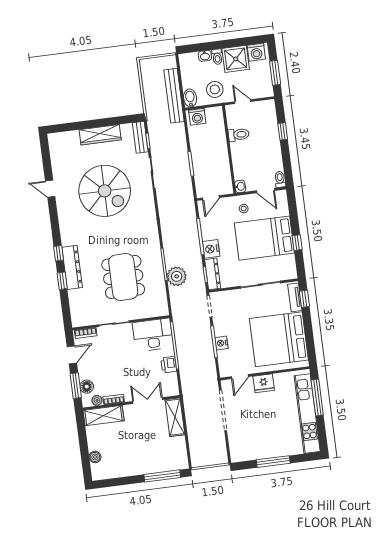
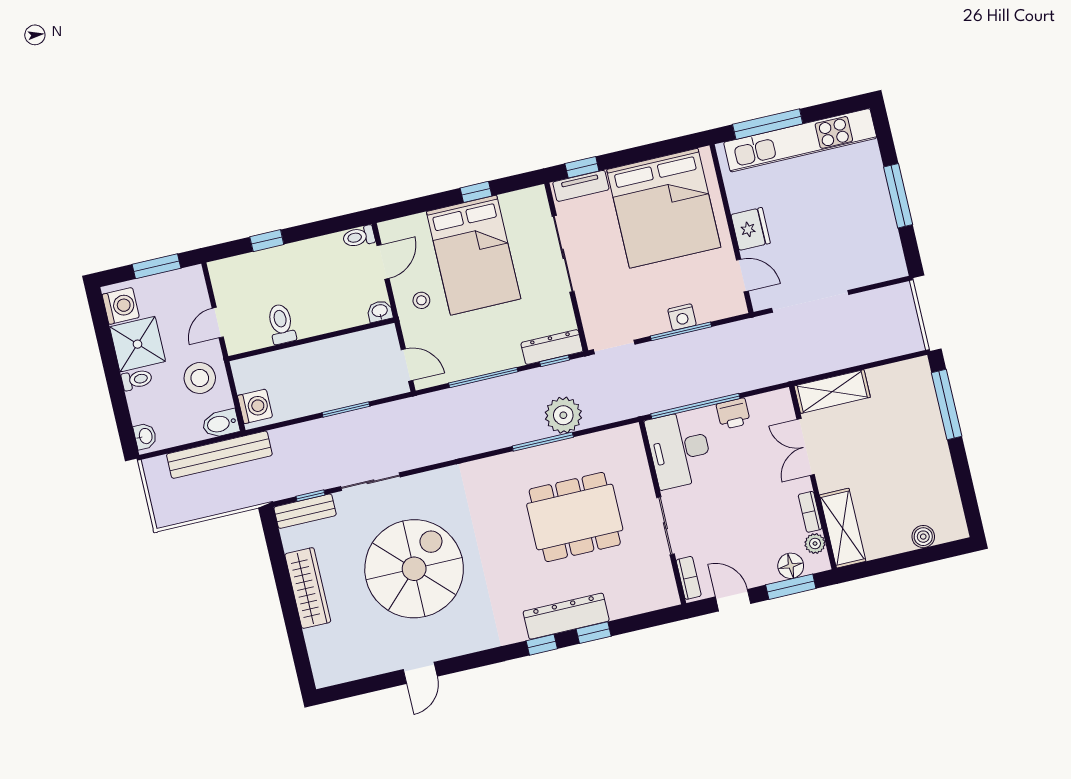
washbasin: (205, 56) -> (145, 436), moved
nightstand: (211, 249) -> (504, 355), removed

